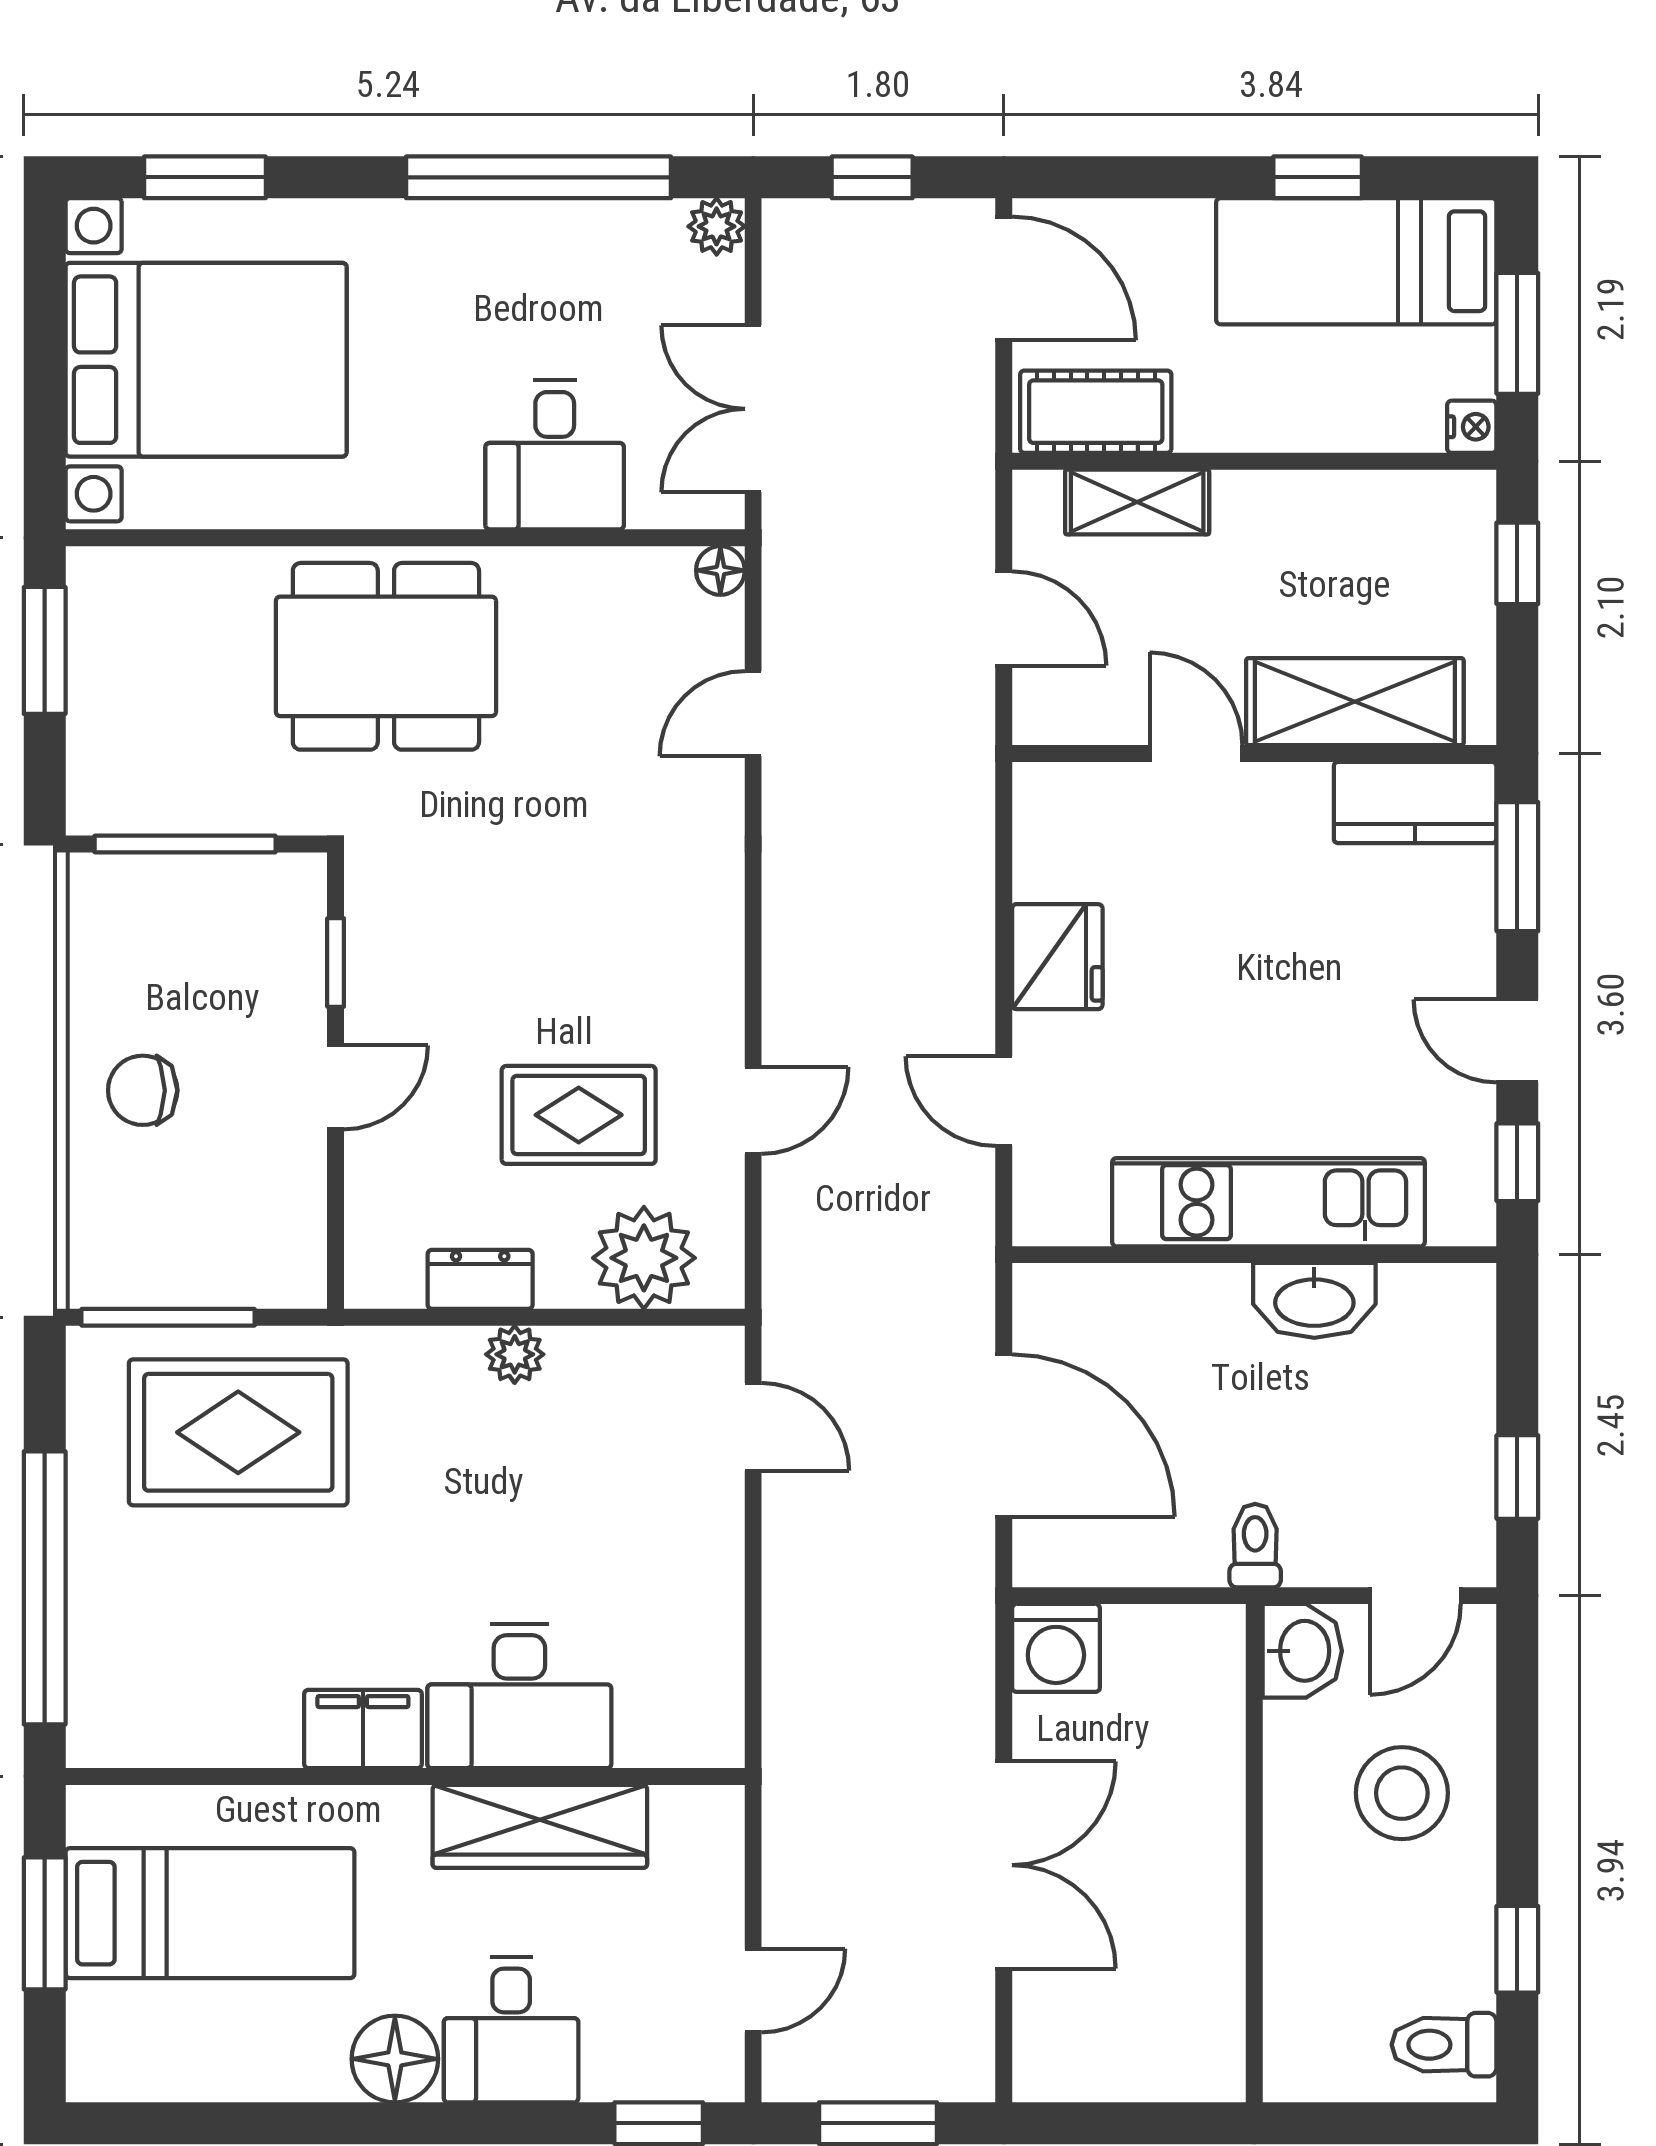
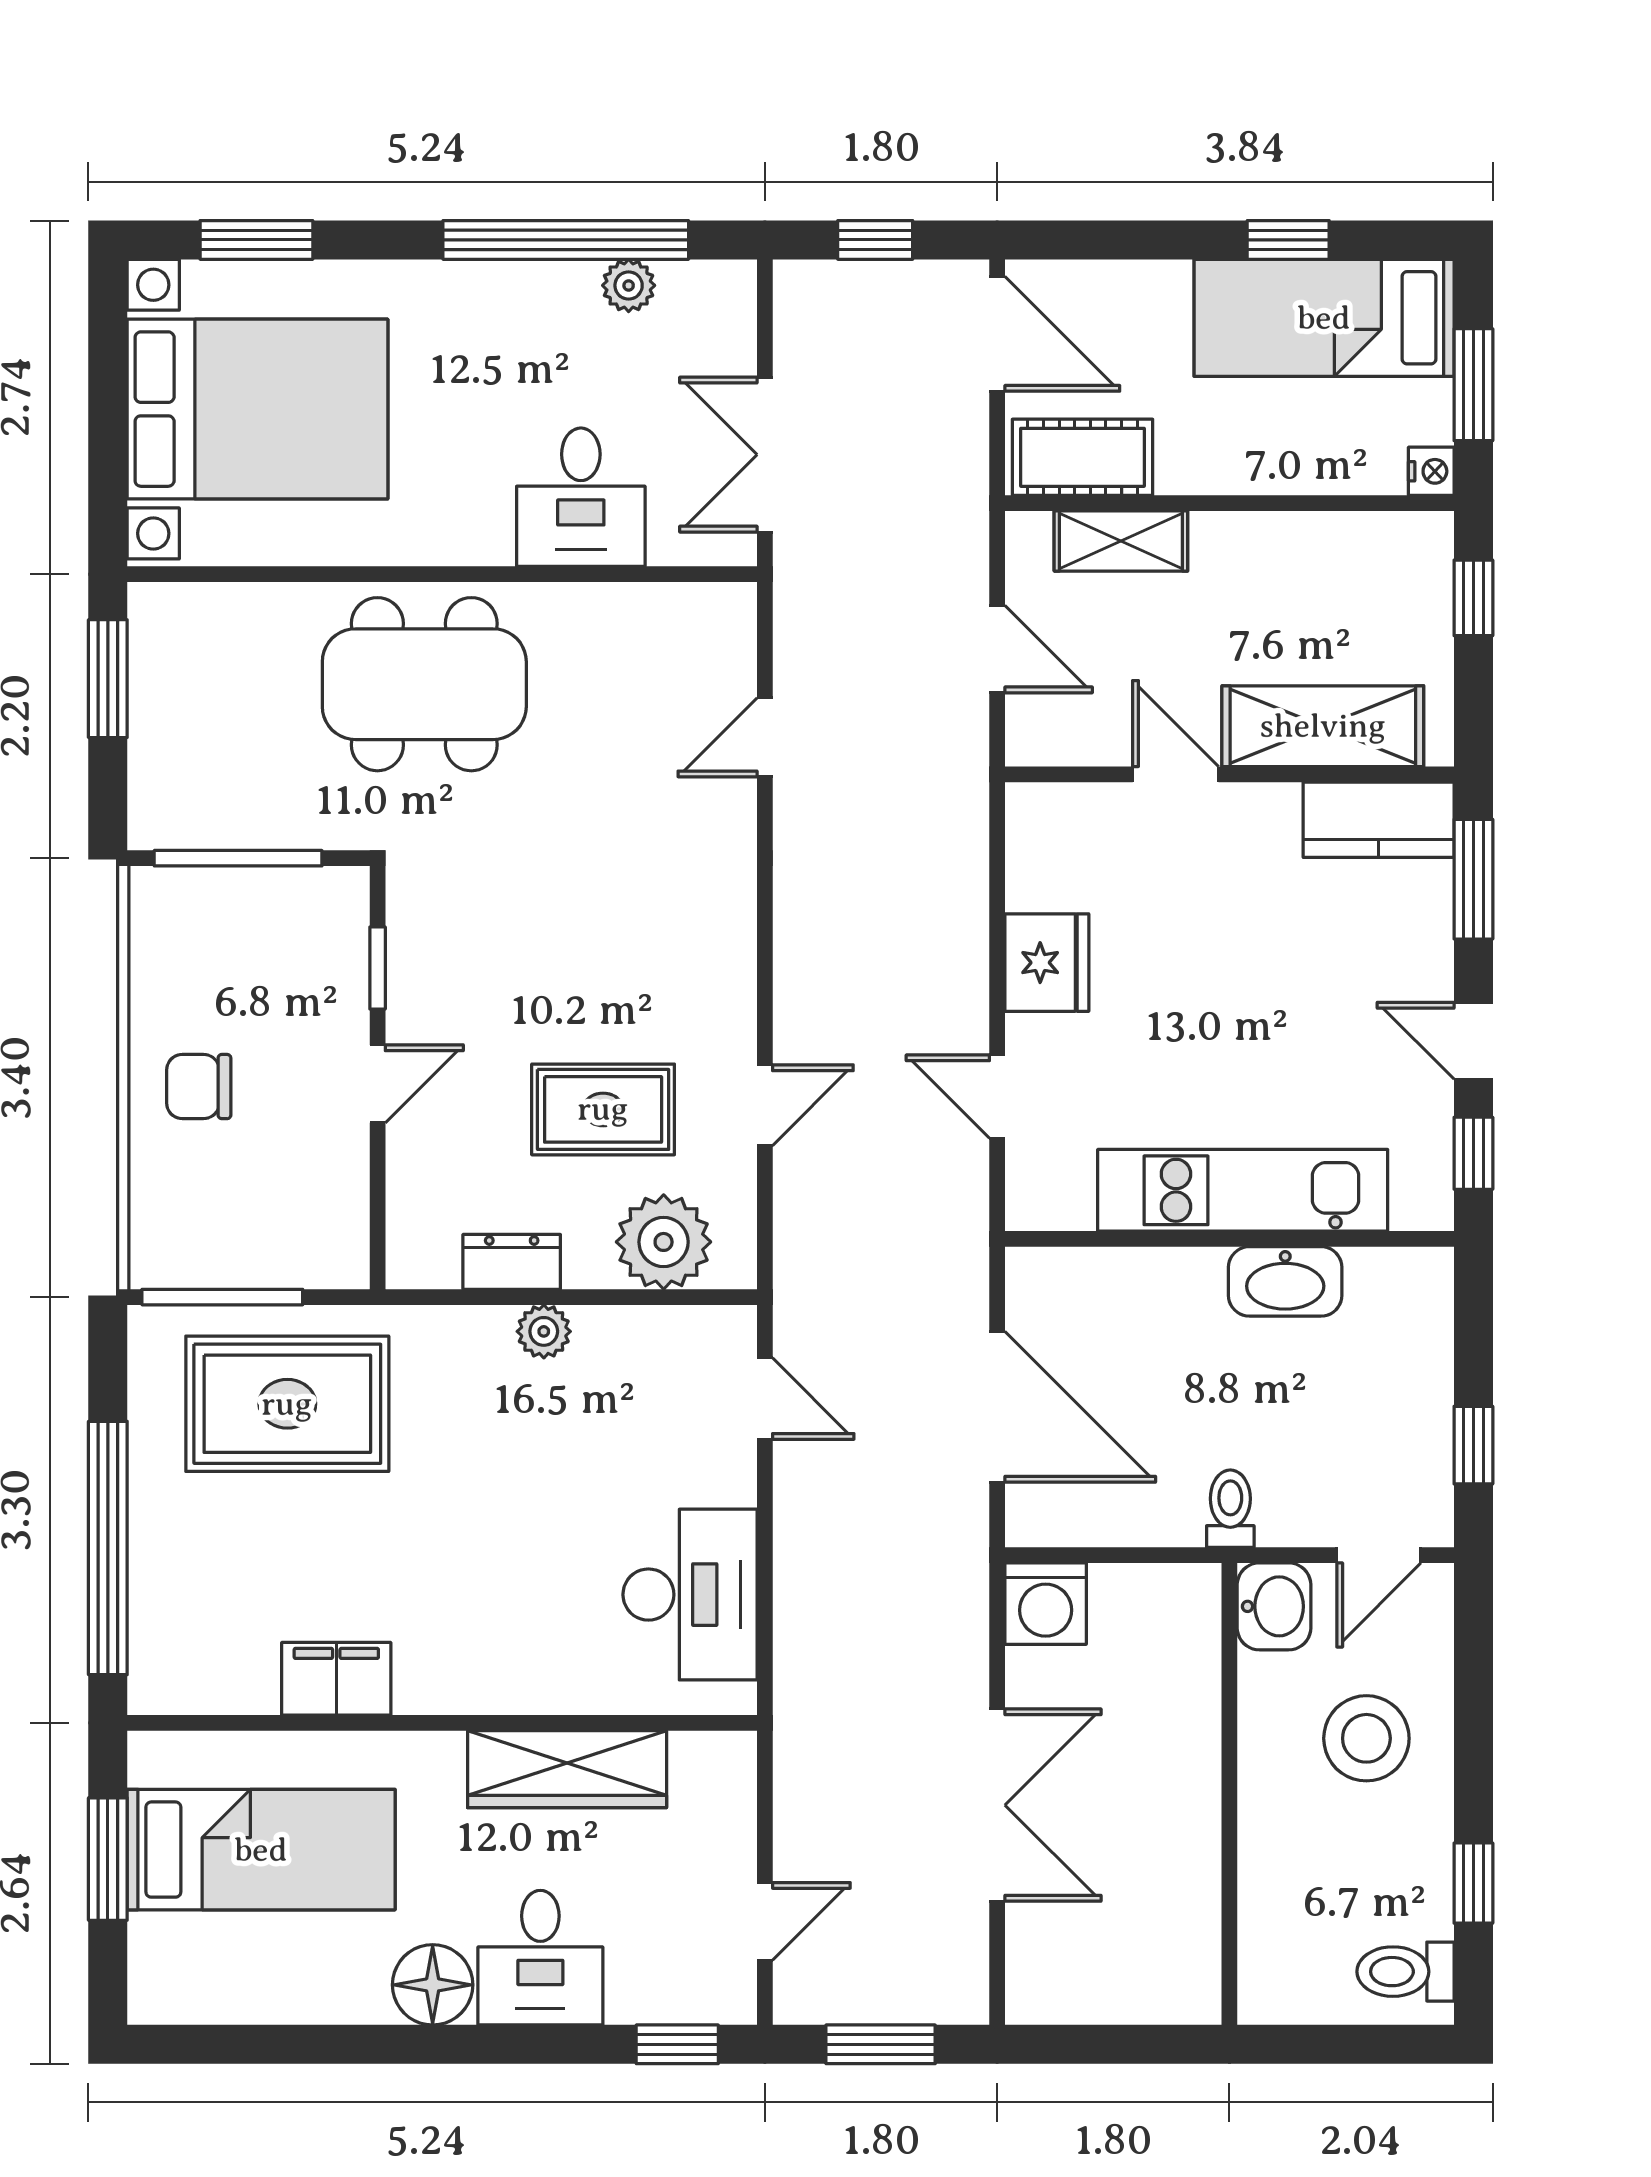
plant: (717, 226) -> (629, 285), moved
floor lamp: (720, 570) -> (734, 605), removed
desk: (519, 1696) -> (690, 1595), moved, turned -90
filing cabinet: (363, 1729) -> (336, 1679), moved

